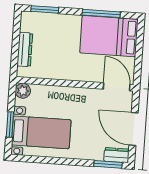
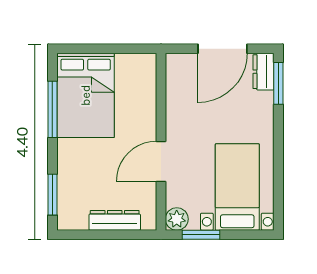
door: (117, 87) -> (161, 161), moved
window: (10, 125) -> (201, 235), moved

